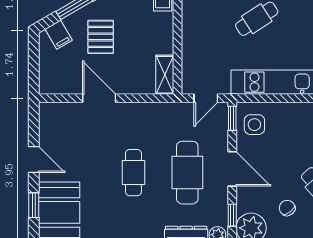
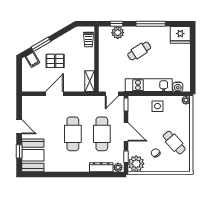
pallet: (101, 37) -> (55, 61), turned 90
door: (99, 98) -> (54, 94), hinge flipped
side table: (254, 125) -> (157, 106), moved
cafe table: (133, 173) -> (73, 134), width x1.37, depth x1.35

